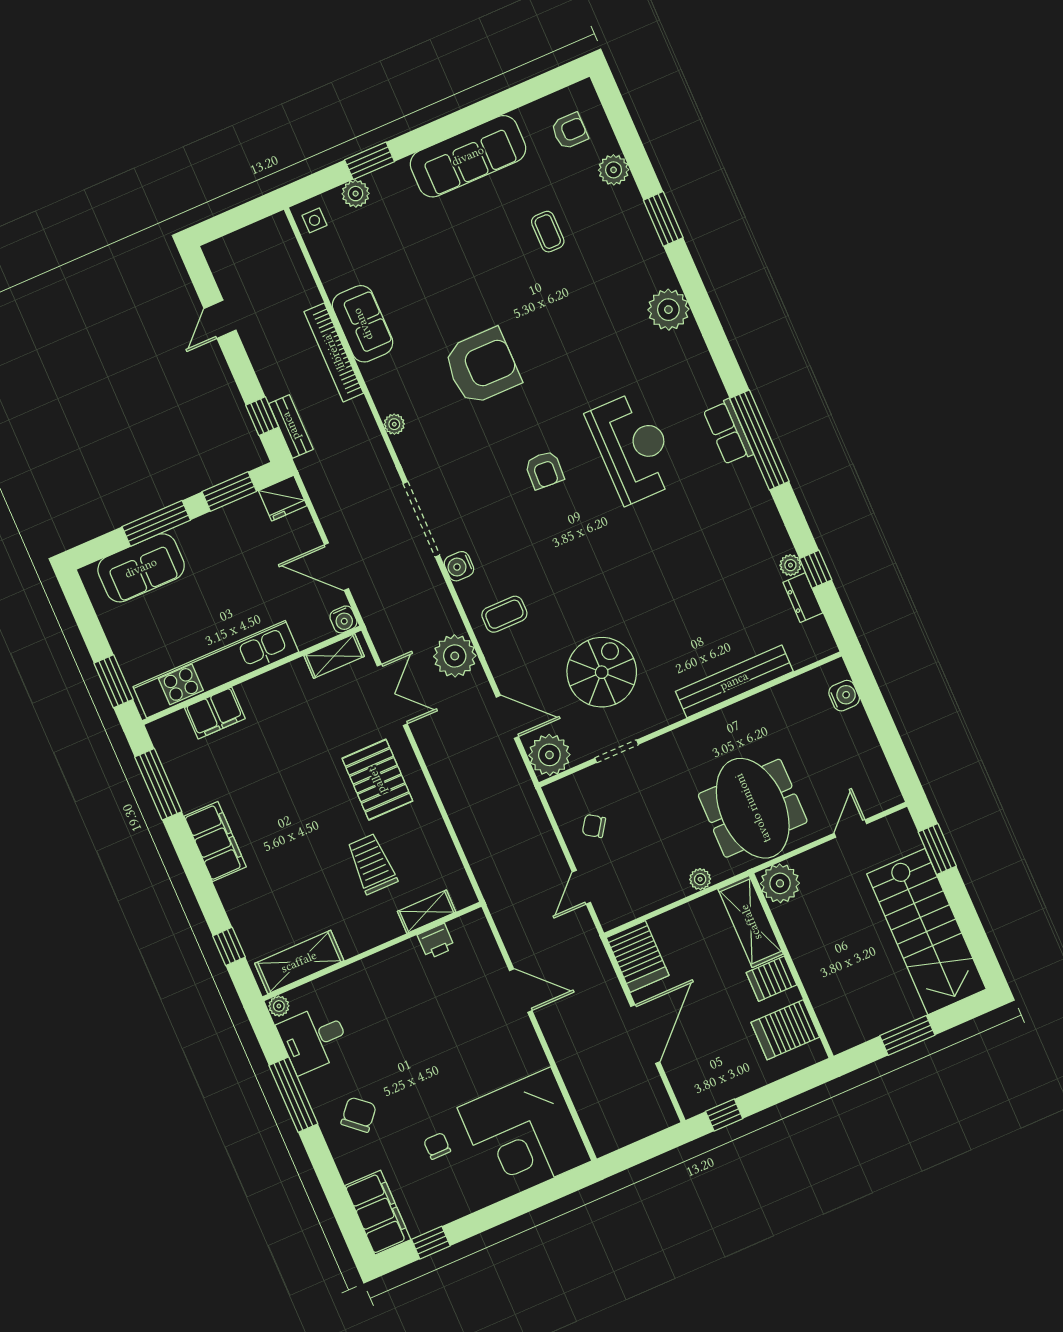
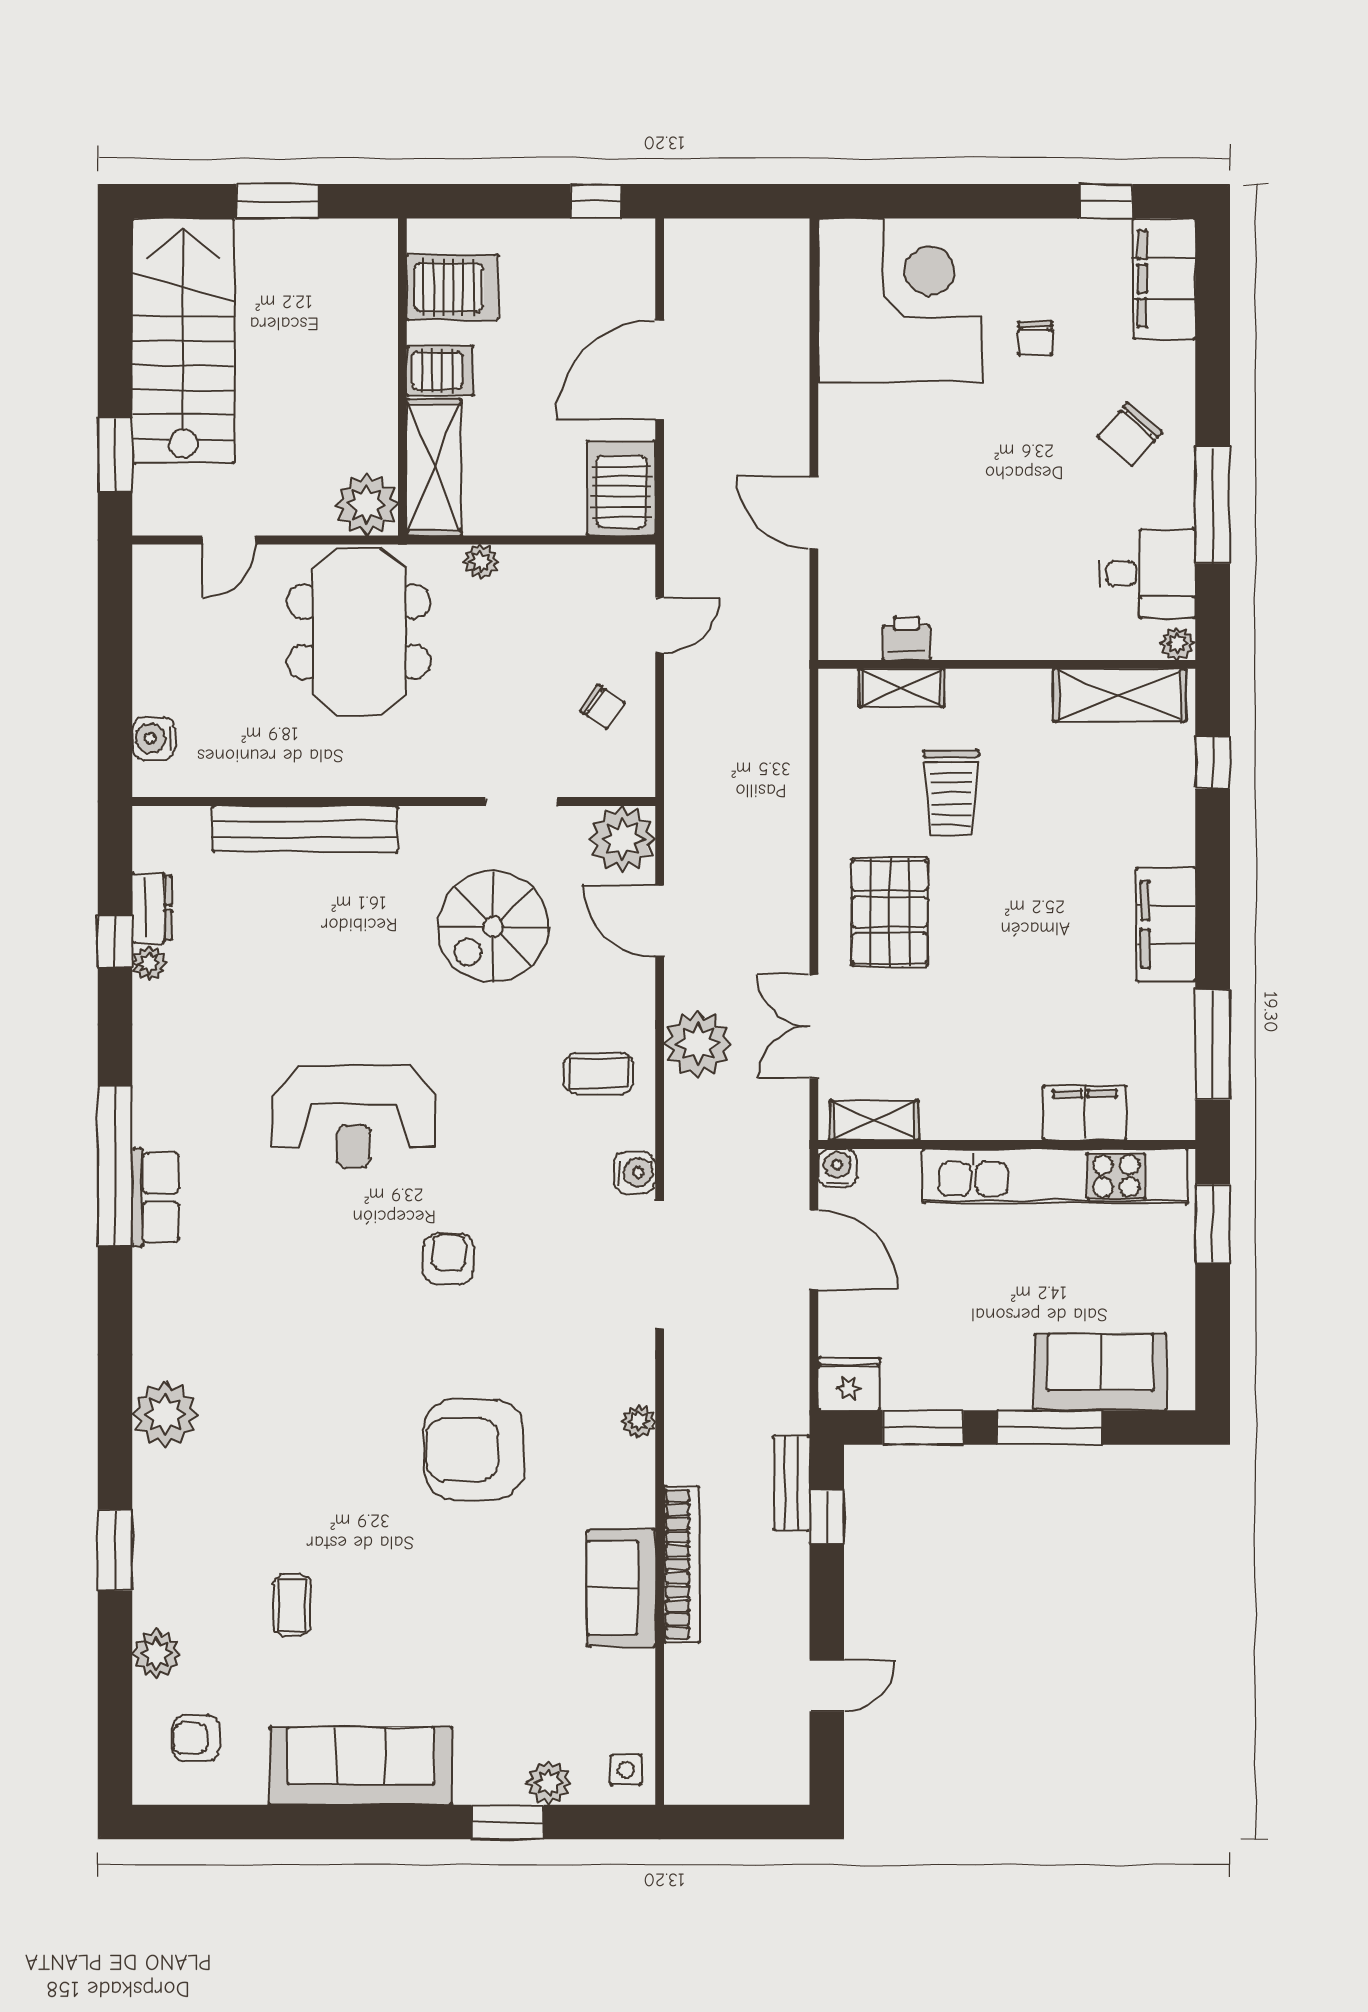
reception desk: (633, 448) -> (354, 1116), moved, turned -90

